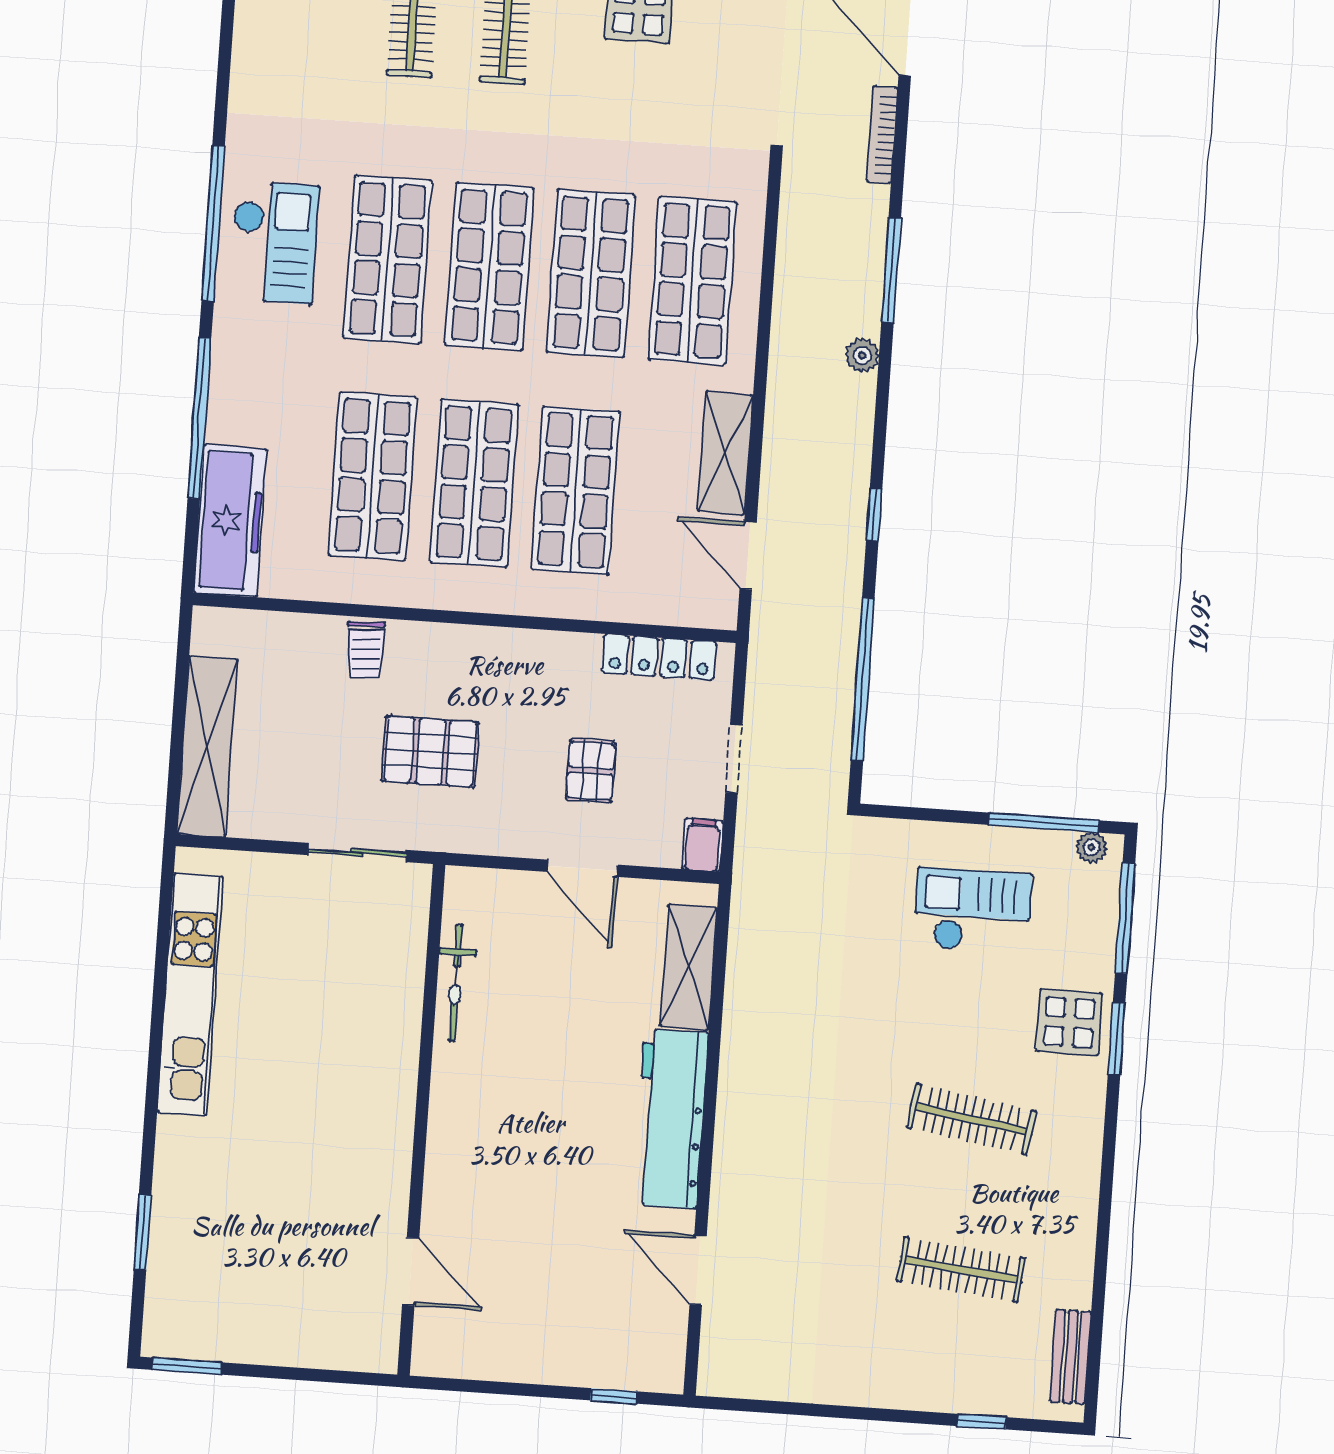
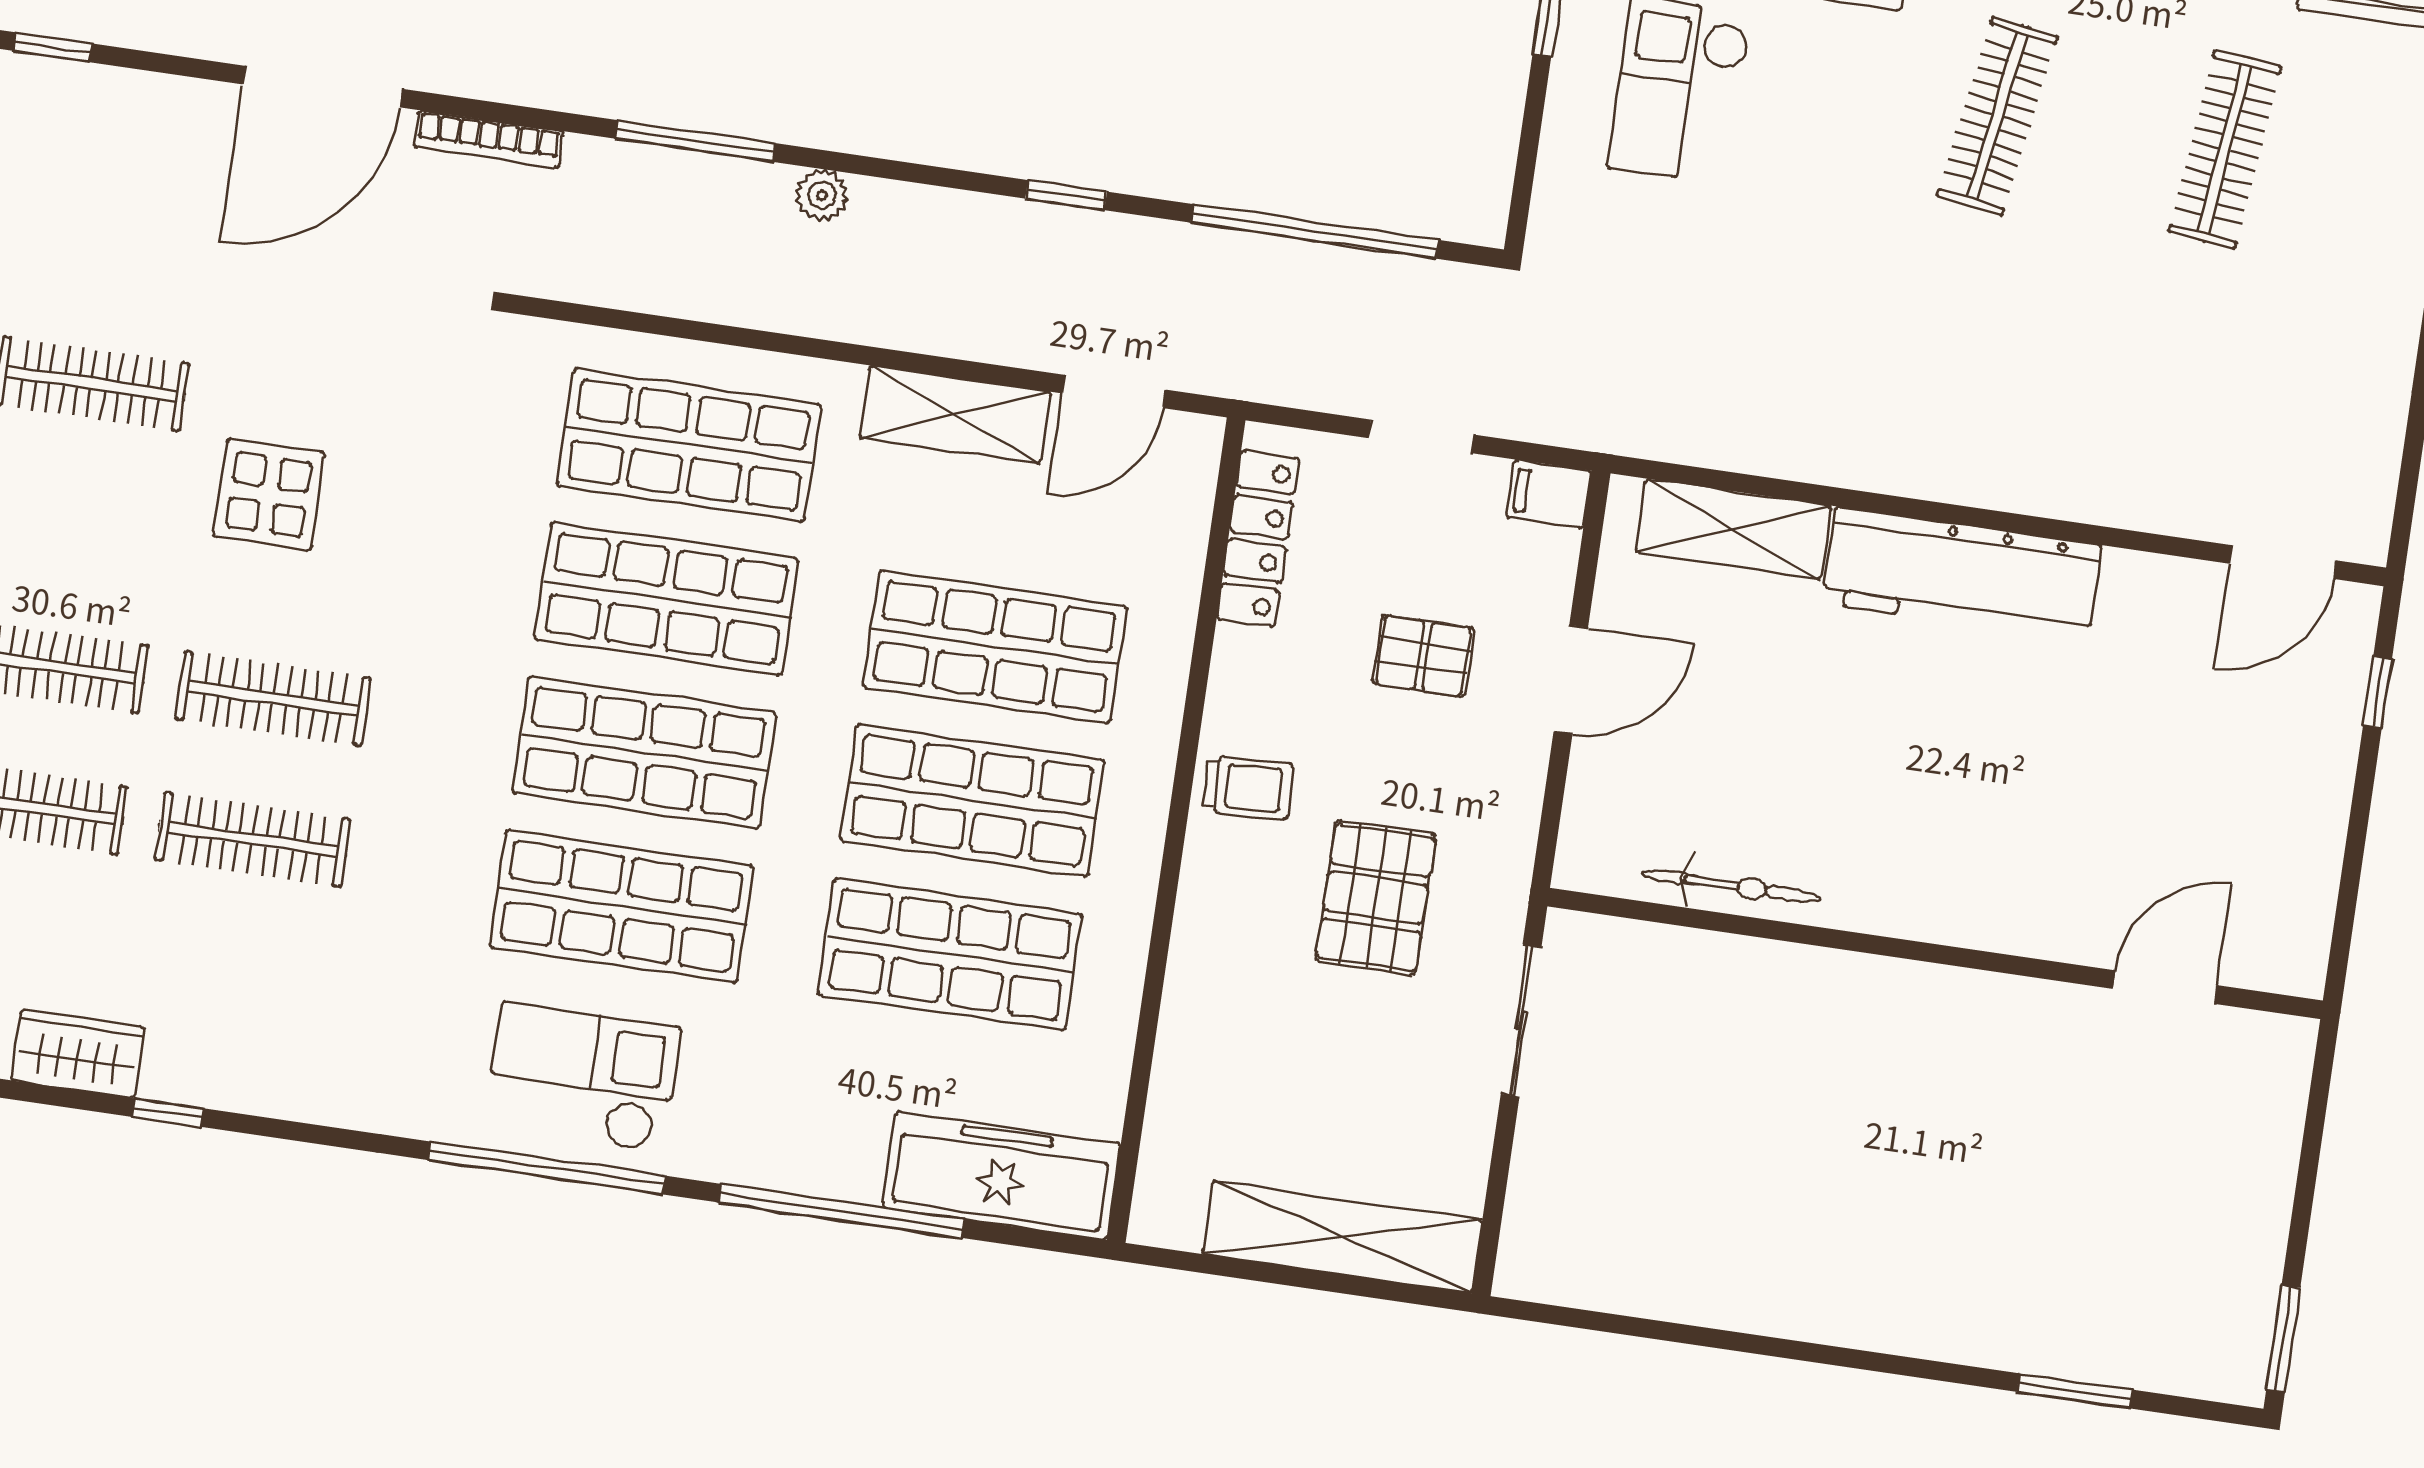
trolley: (366, 650) -> (1248, 788), moved
kitchen unit: (190, 994) -> (1718, 1291), removed
door: (698, 1270) -> (2283, 562), moved

